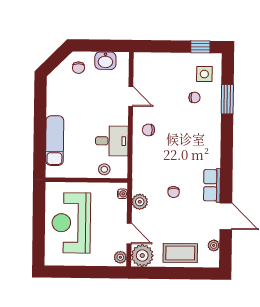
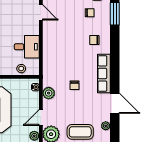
chair: (148, 130) -> (94, 40), moved
row of seats: (212, 185) -> (104, 73), width x1.48
door: (129, 234) -> (41, 117), swing flipped

